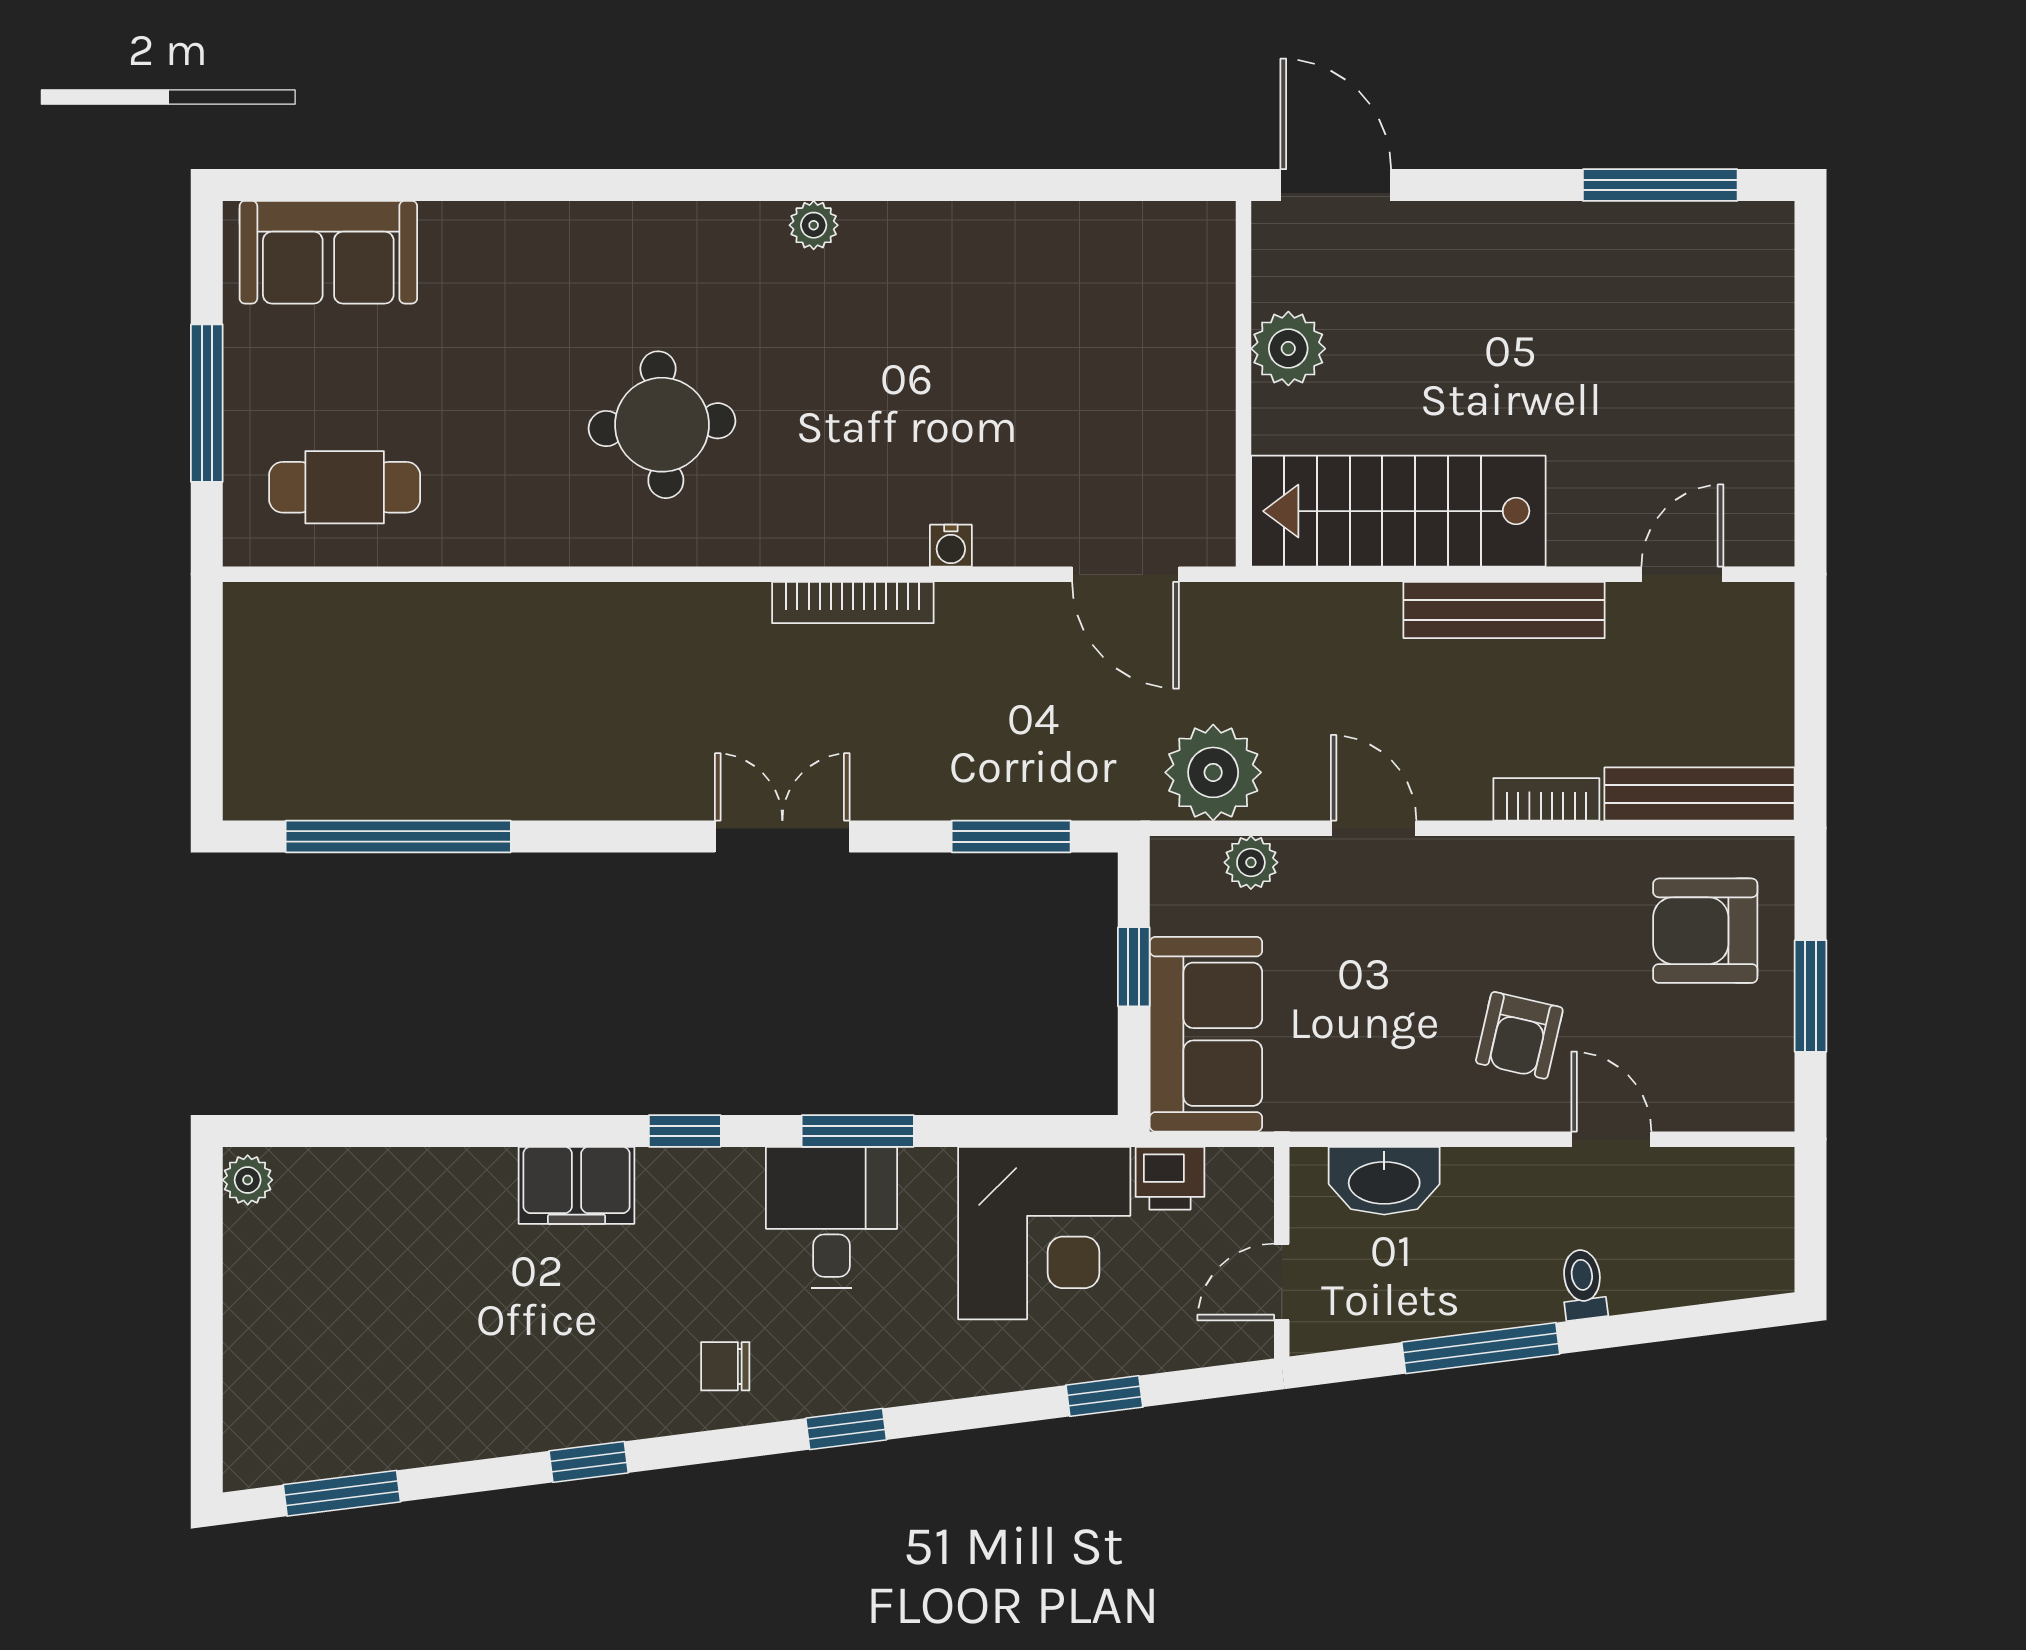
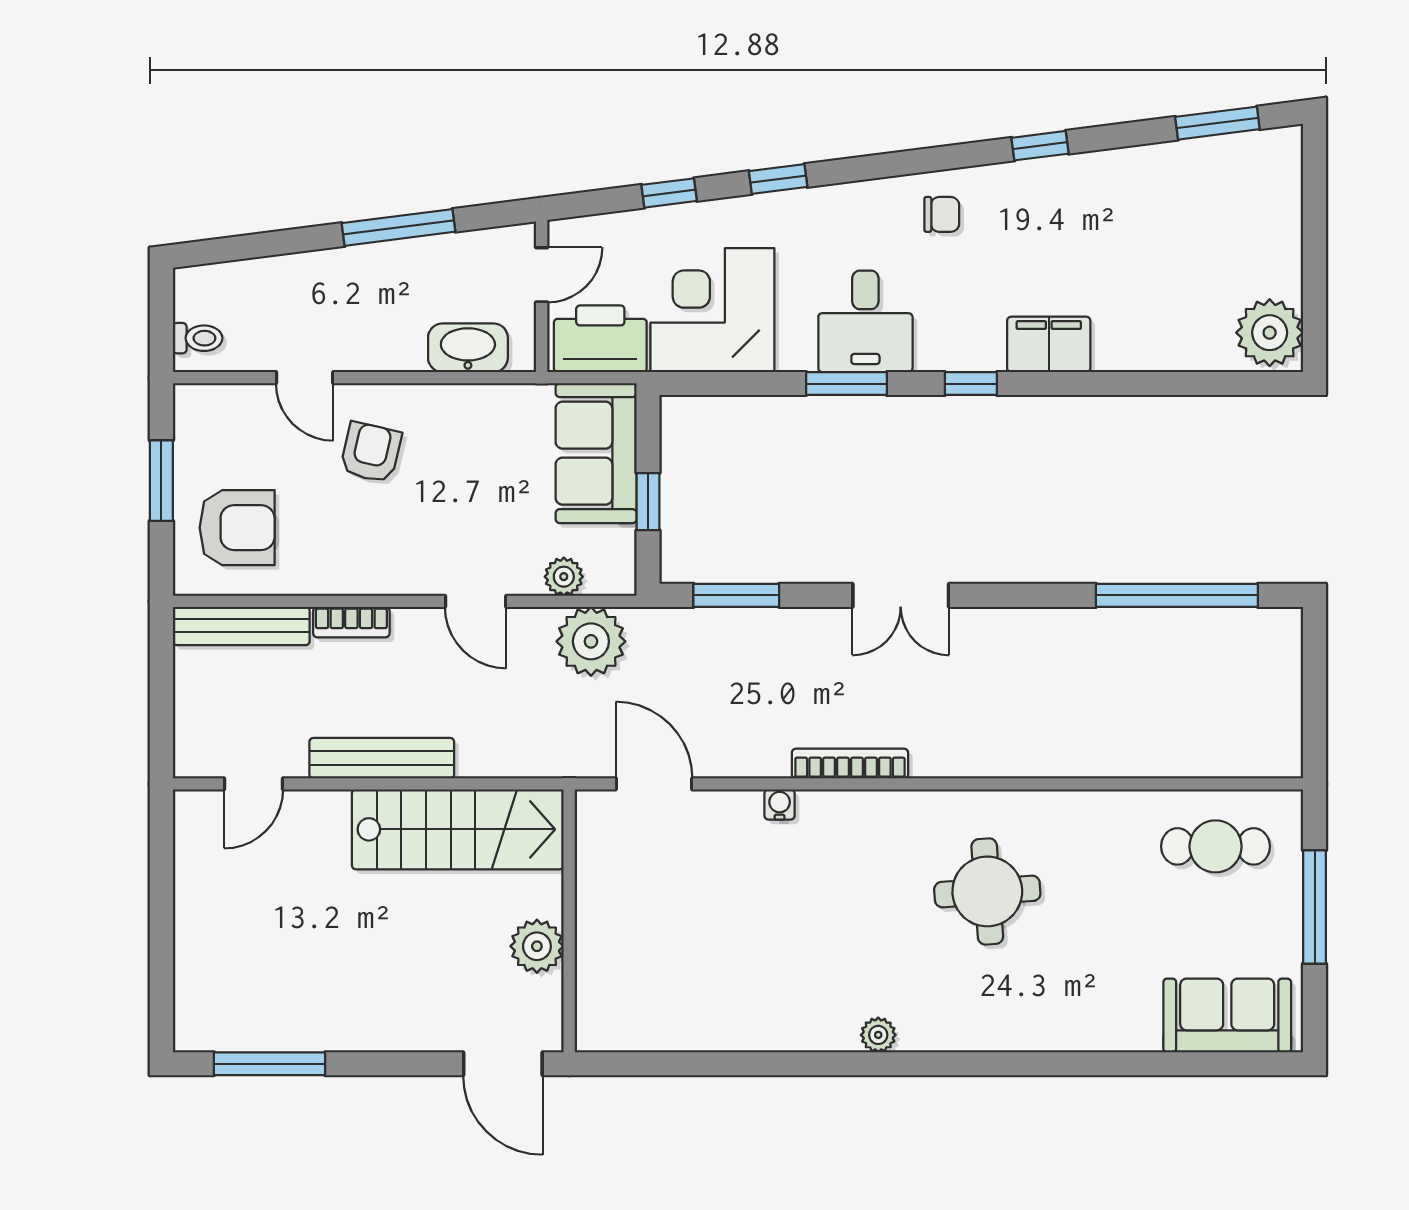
printer: (1170, 1178) -> (600, 339), width x1.87, depth x1.48
plant: (248, 1180) -> (1270, 333), width x1.87, depth x1.87
toilet: (1583, 1284) -> (198, 338), moved, turned -83
window: (846, 1429) -> (778, 179), moved

